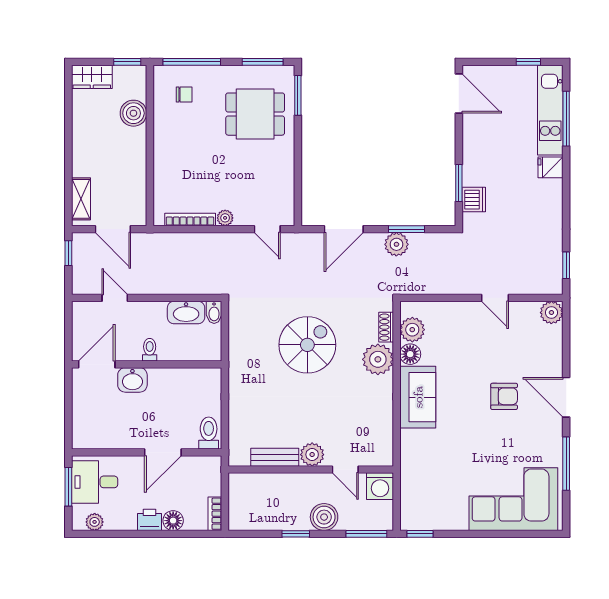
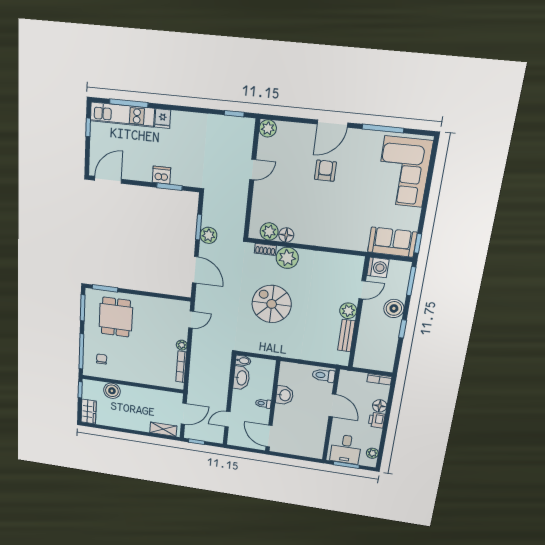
dishwasher: (474, 200) -> (161, 175), moved
washbasin: (132, 380) -> (285, 395), moved
sofa: (418, 397) -> (392, 242), moved

